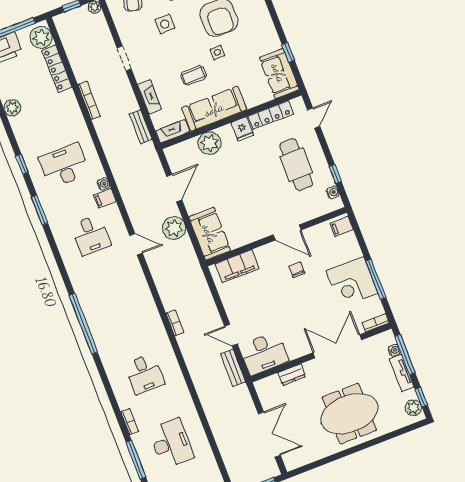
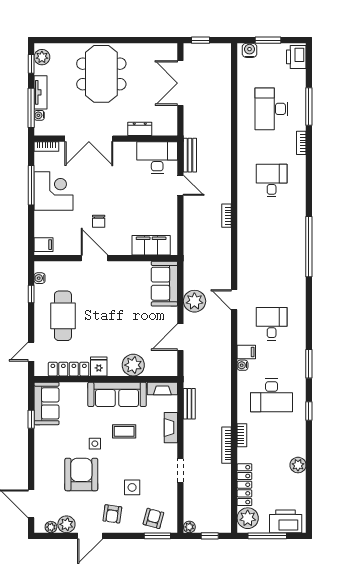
bookcase: (78, 116) -> (242, 435), added
meeting table: (349, 414) -> (101, 74), turned 90

